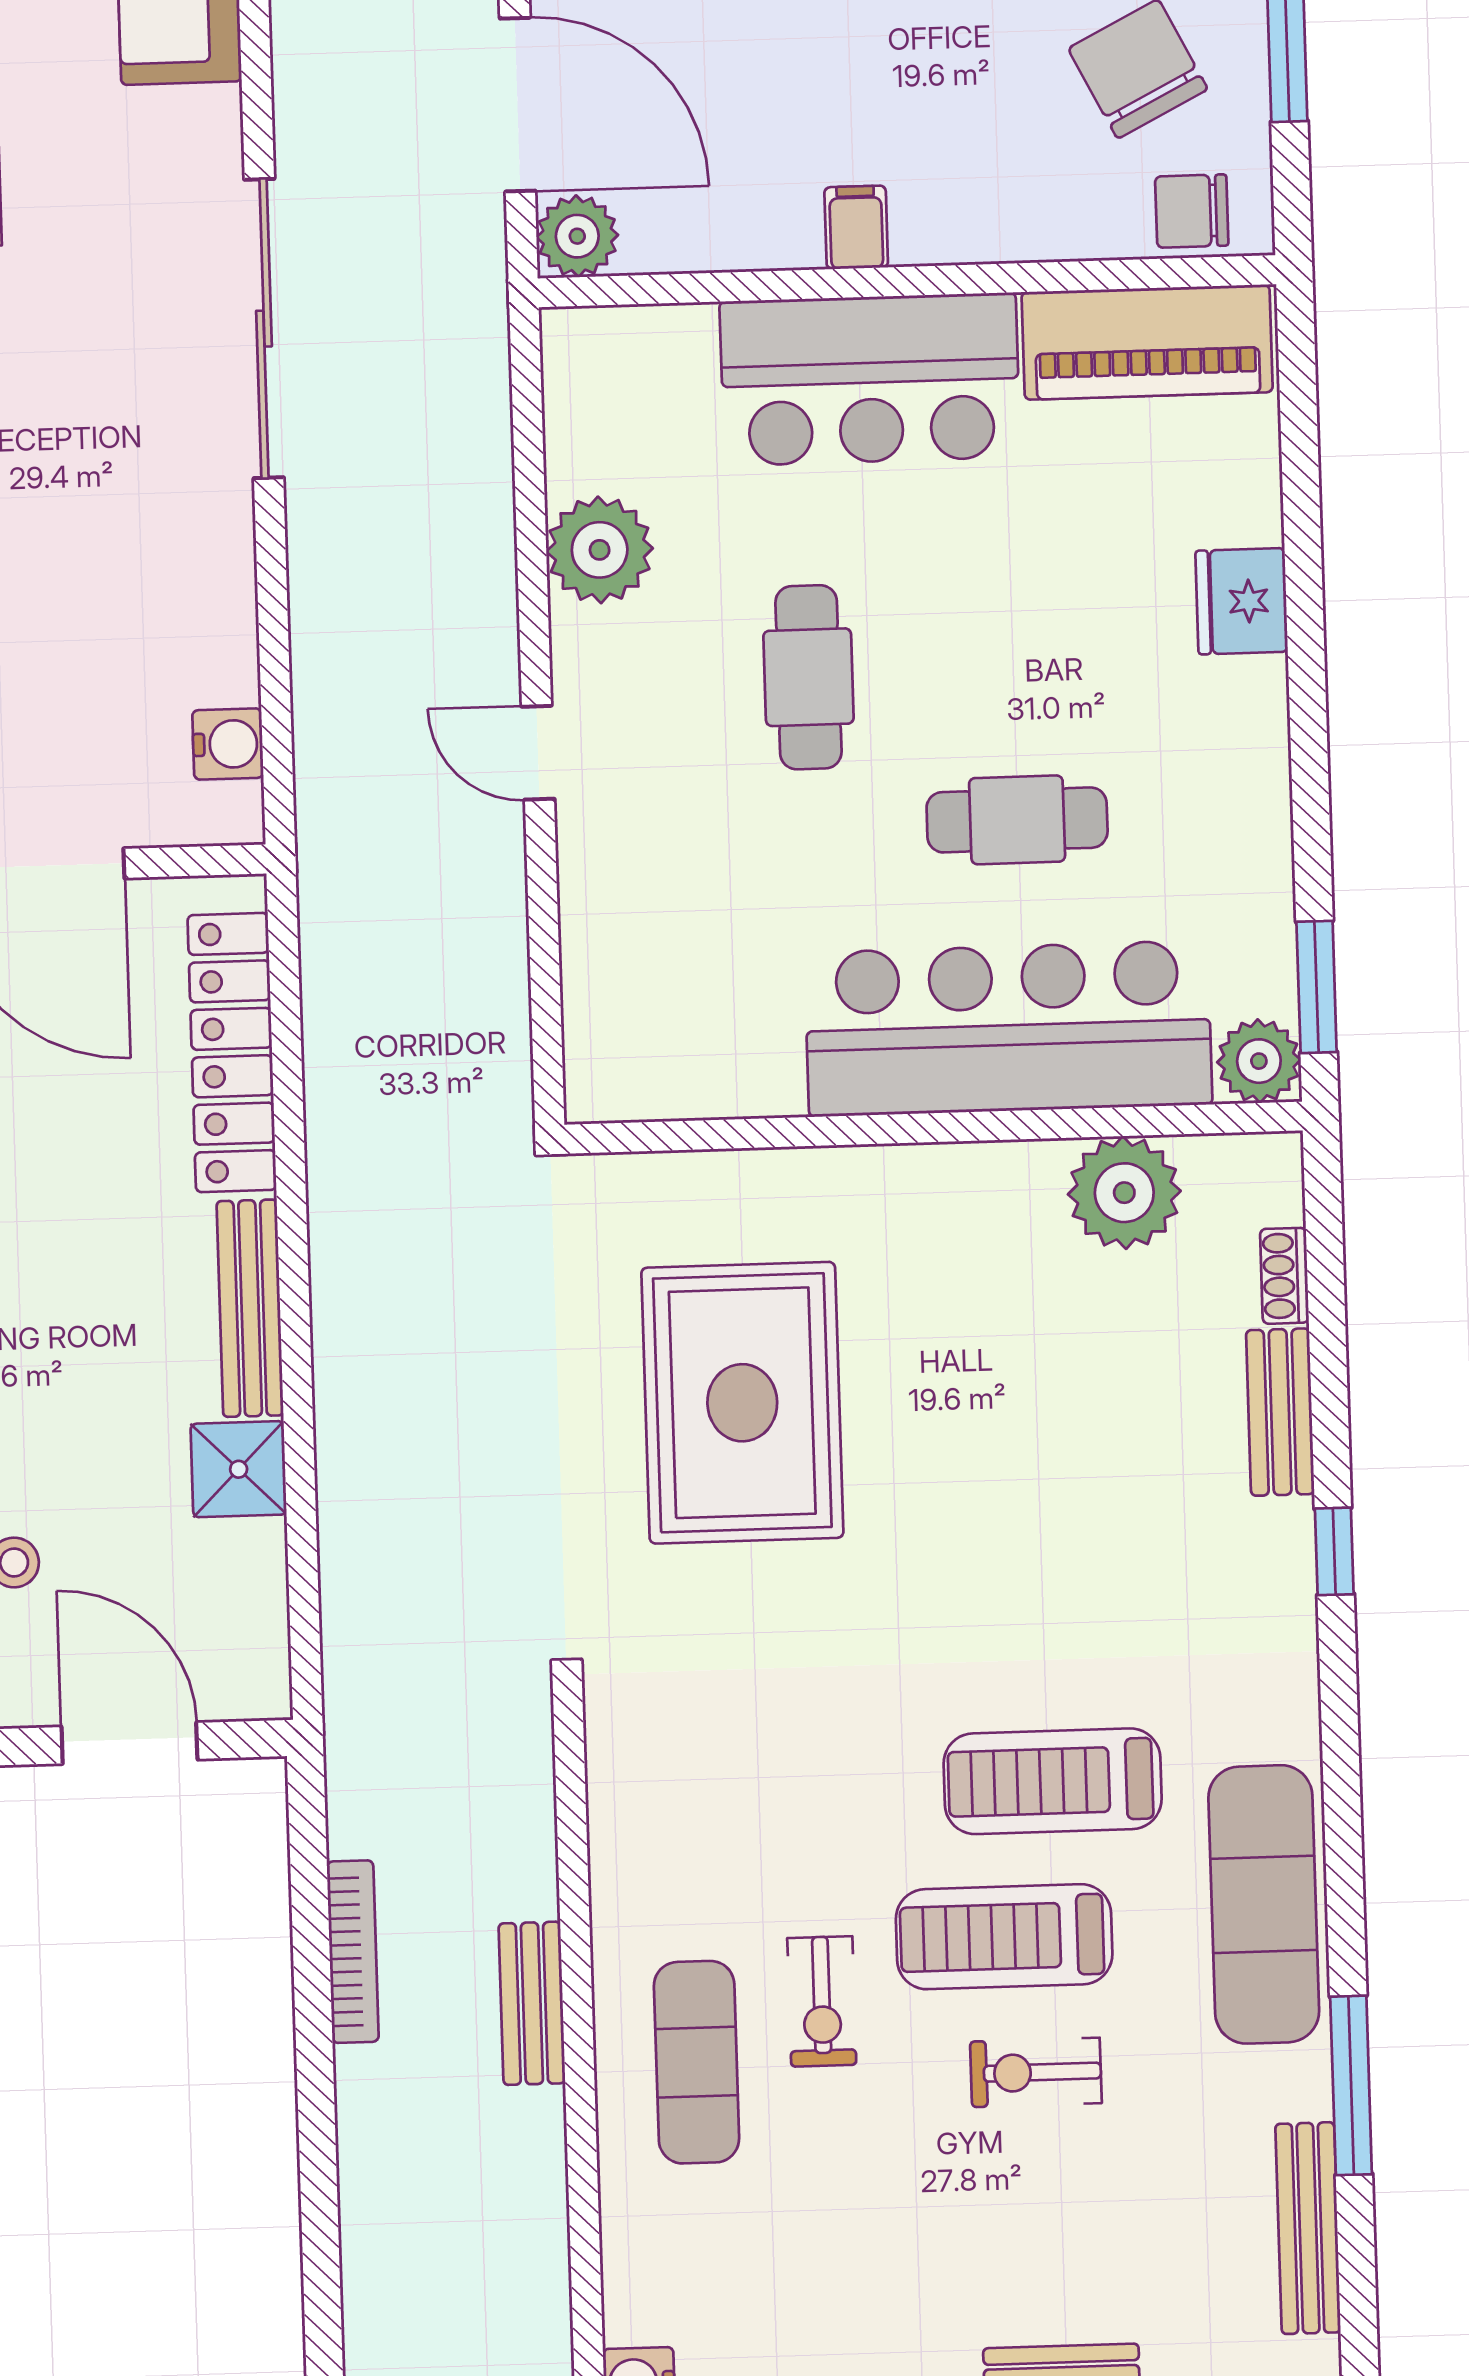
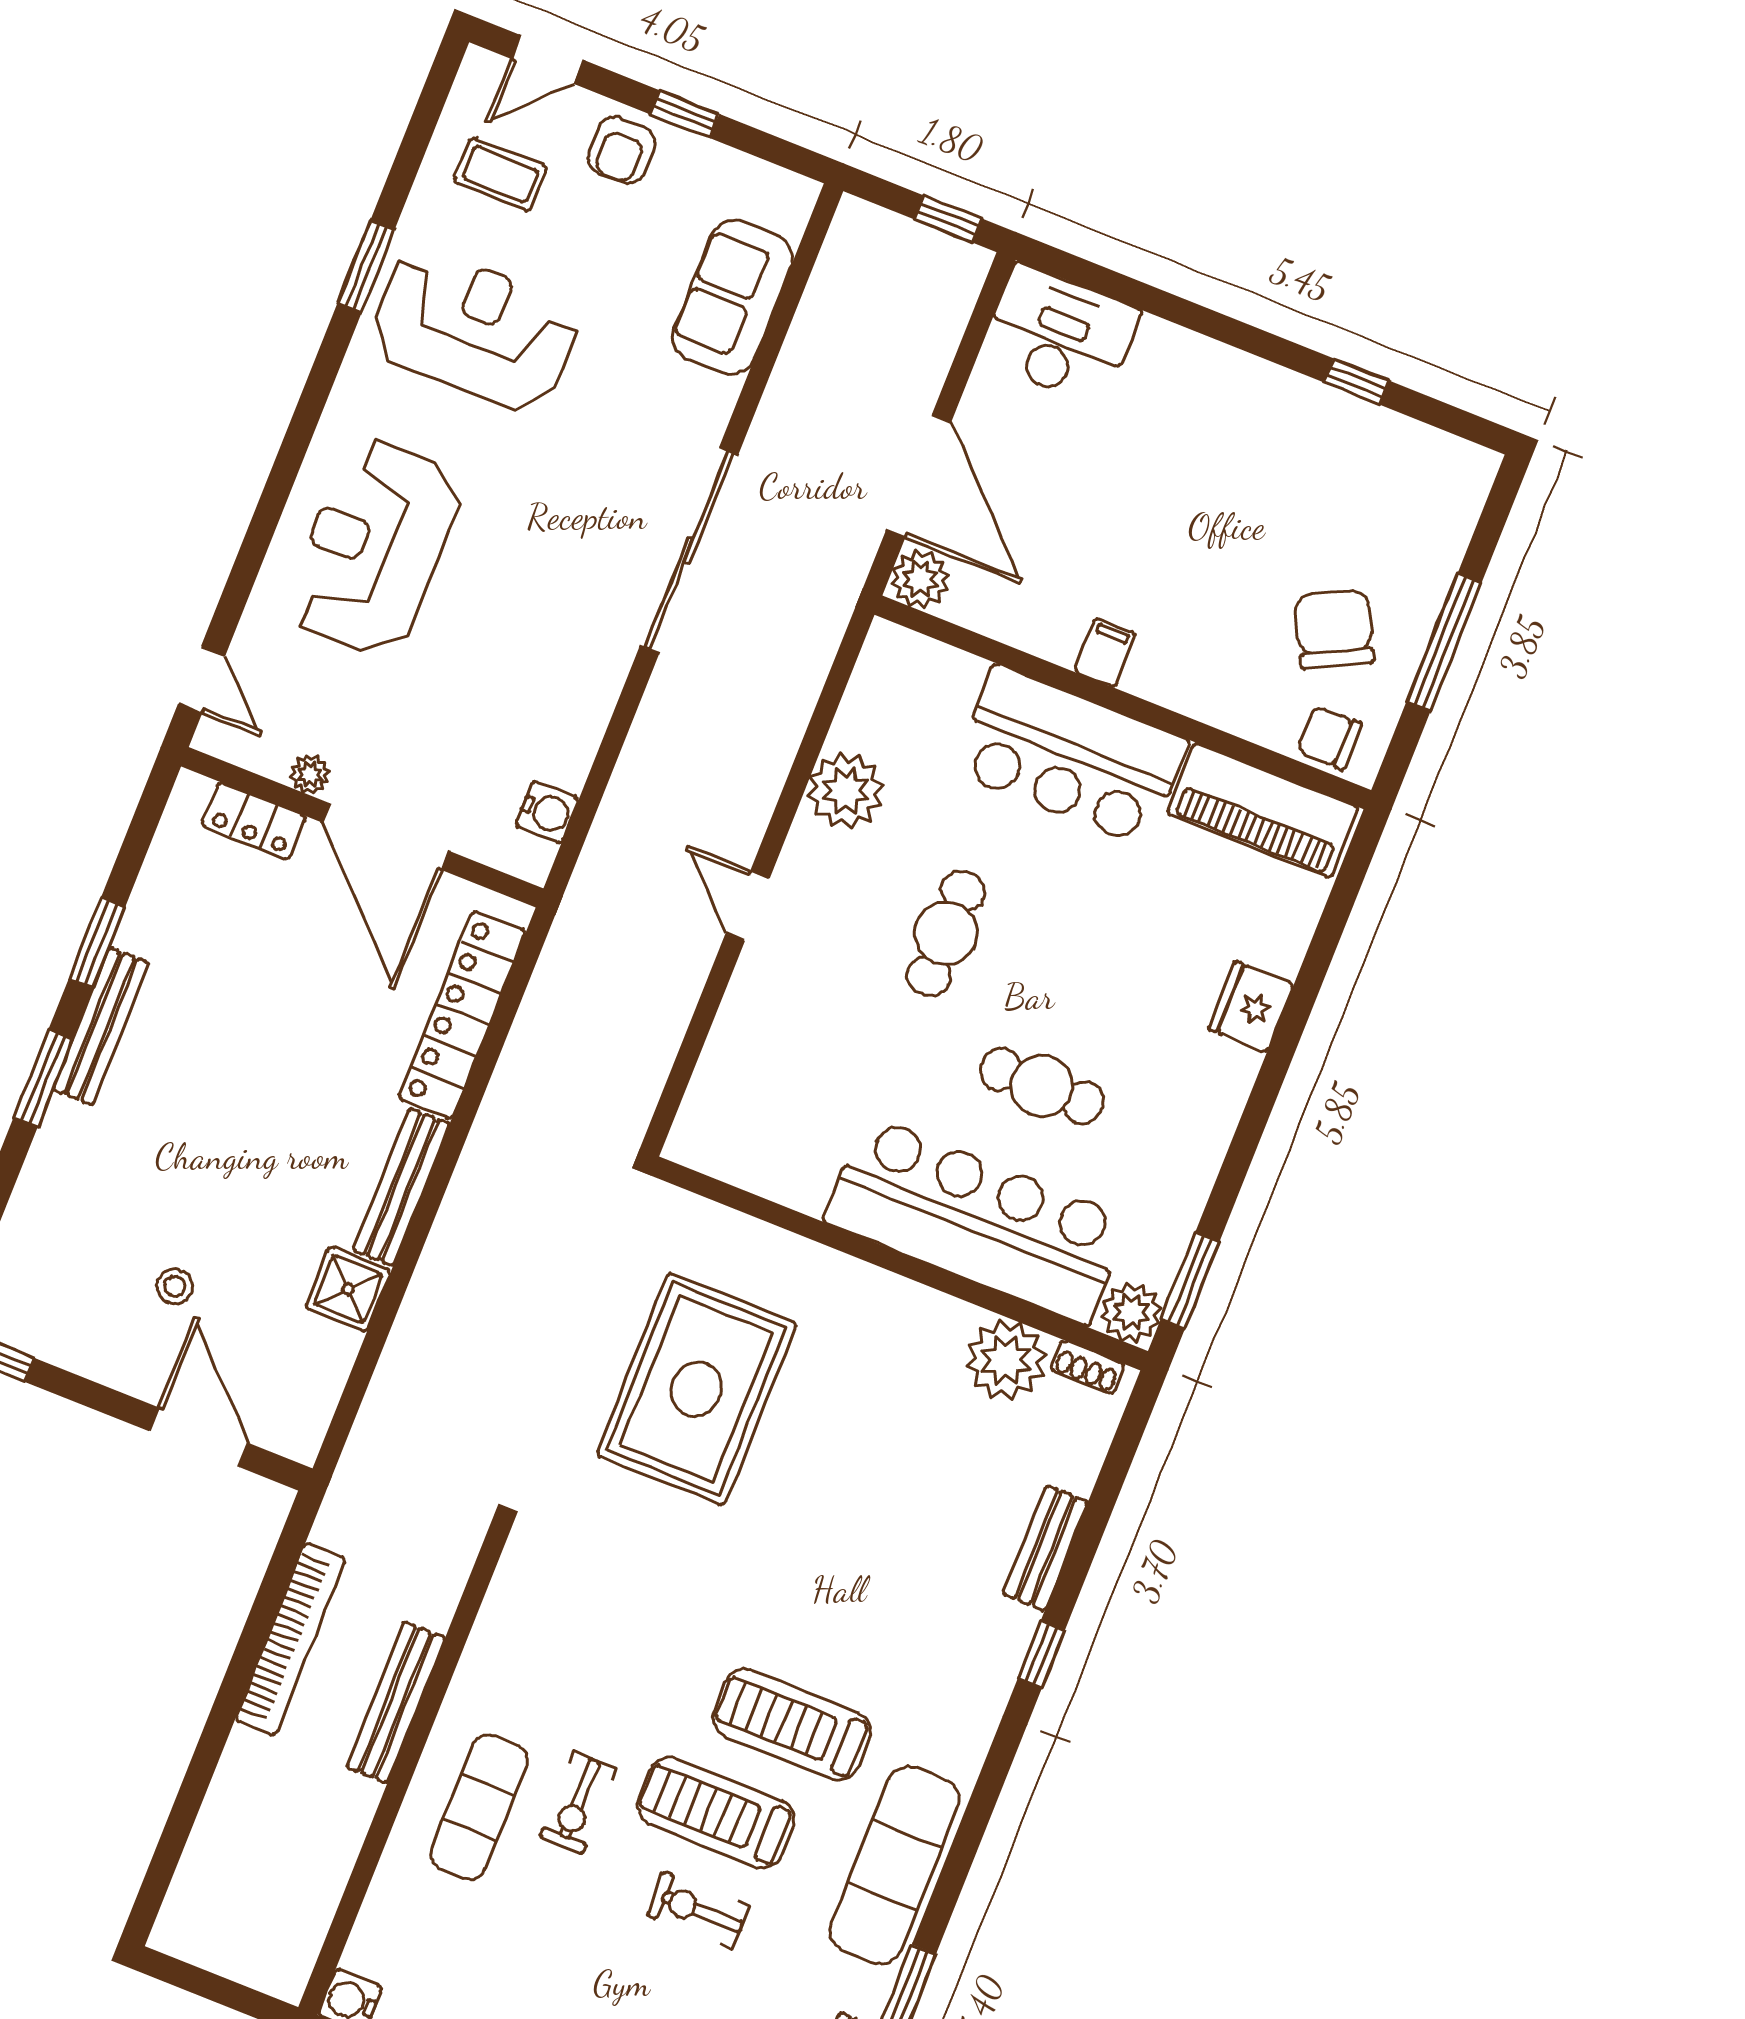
shoe rack: (1284, 1276) -> (1087, 1367), moved, turned -90
bookcase: (353, 1952) -> (290, 1639), width x1.48, depth x1.31
bench: (532, 2003) -> (396, 1702), width x1.36

